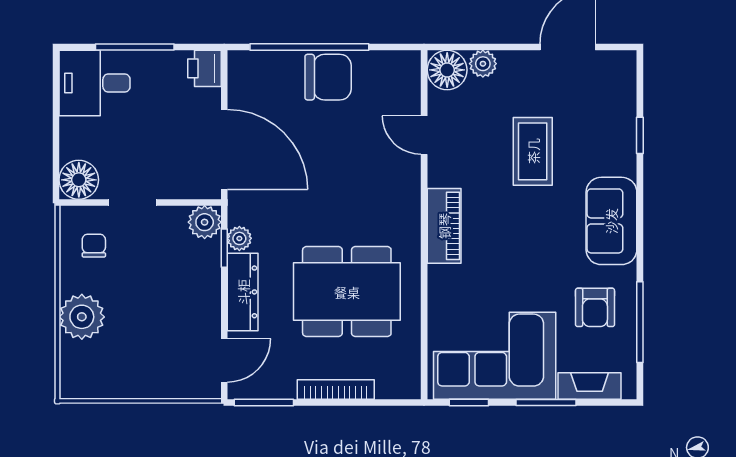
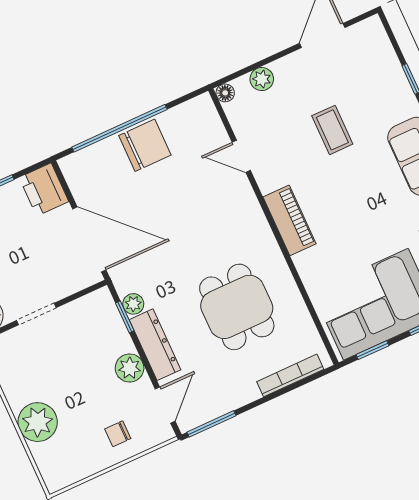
printer: (204, 68) -> (44, 189), width x1.36, depth x1.24
floor lamp: (447, 70) -> (225, 93), width x0.53, depth x0.53
coffee table: (533, 151) -> (332, 130), width x0.73, depth x0.77
plant: (205, 222) -> (130, 368), moved
chair: (94, 246) -> (118, 434), moved, turned -90
dining table: (347, 292) -> (237, 307), width x0.73
bookcase: (336, 389) -> (290, 375), moved

